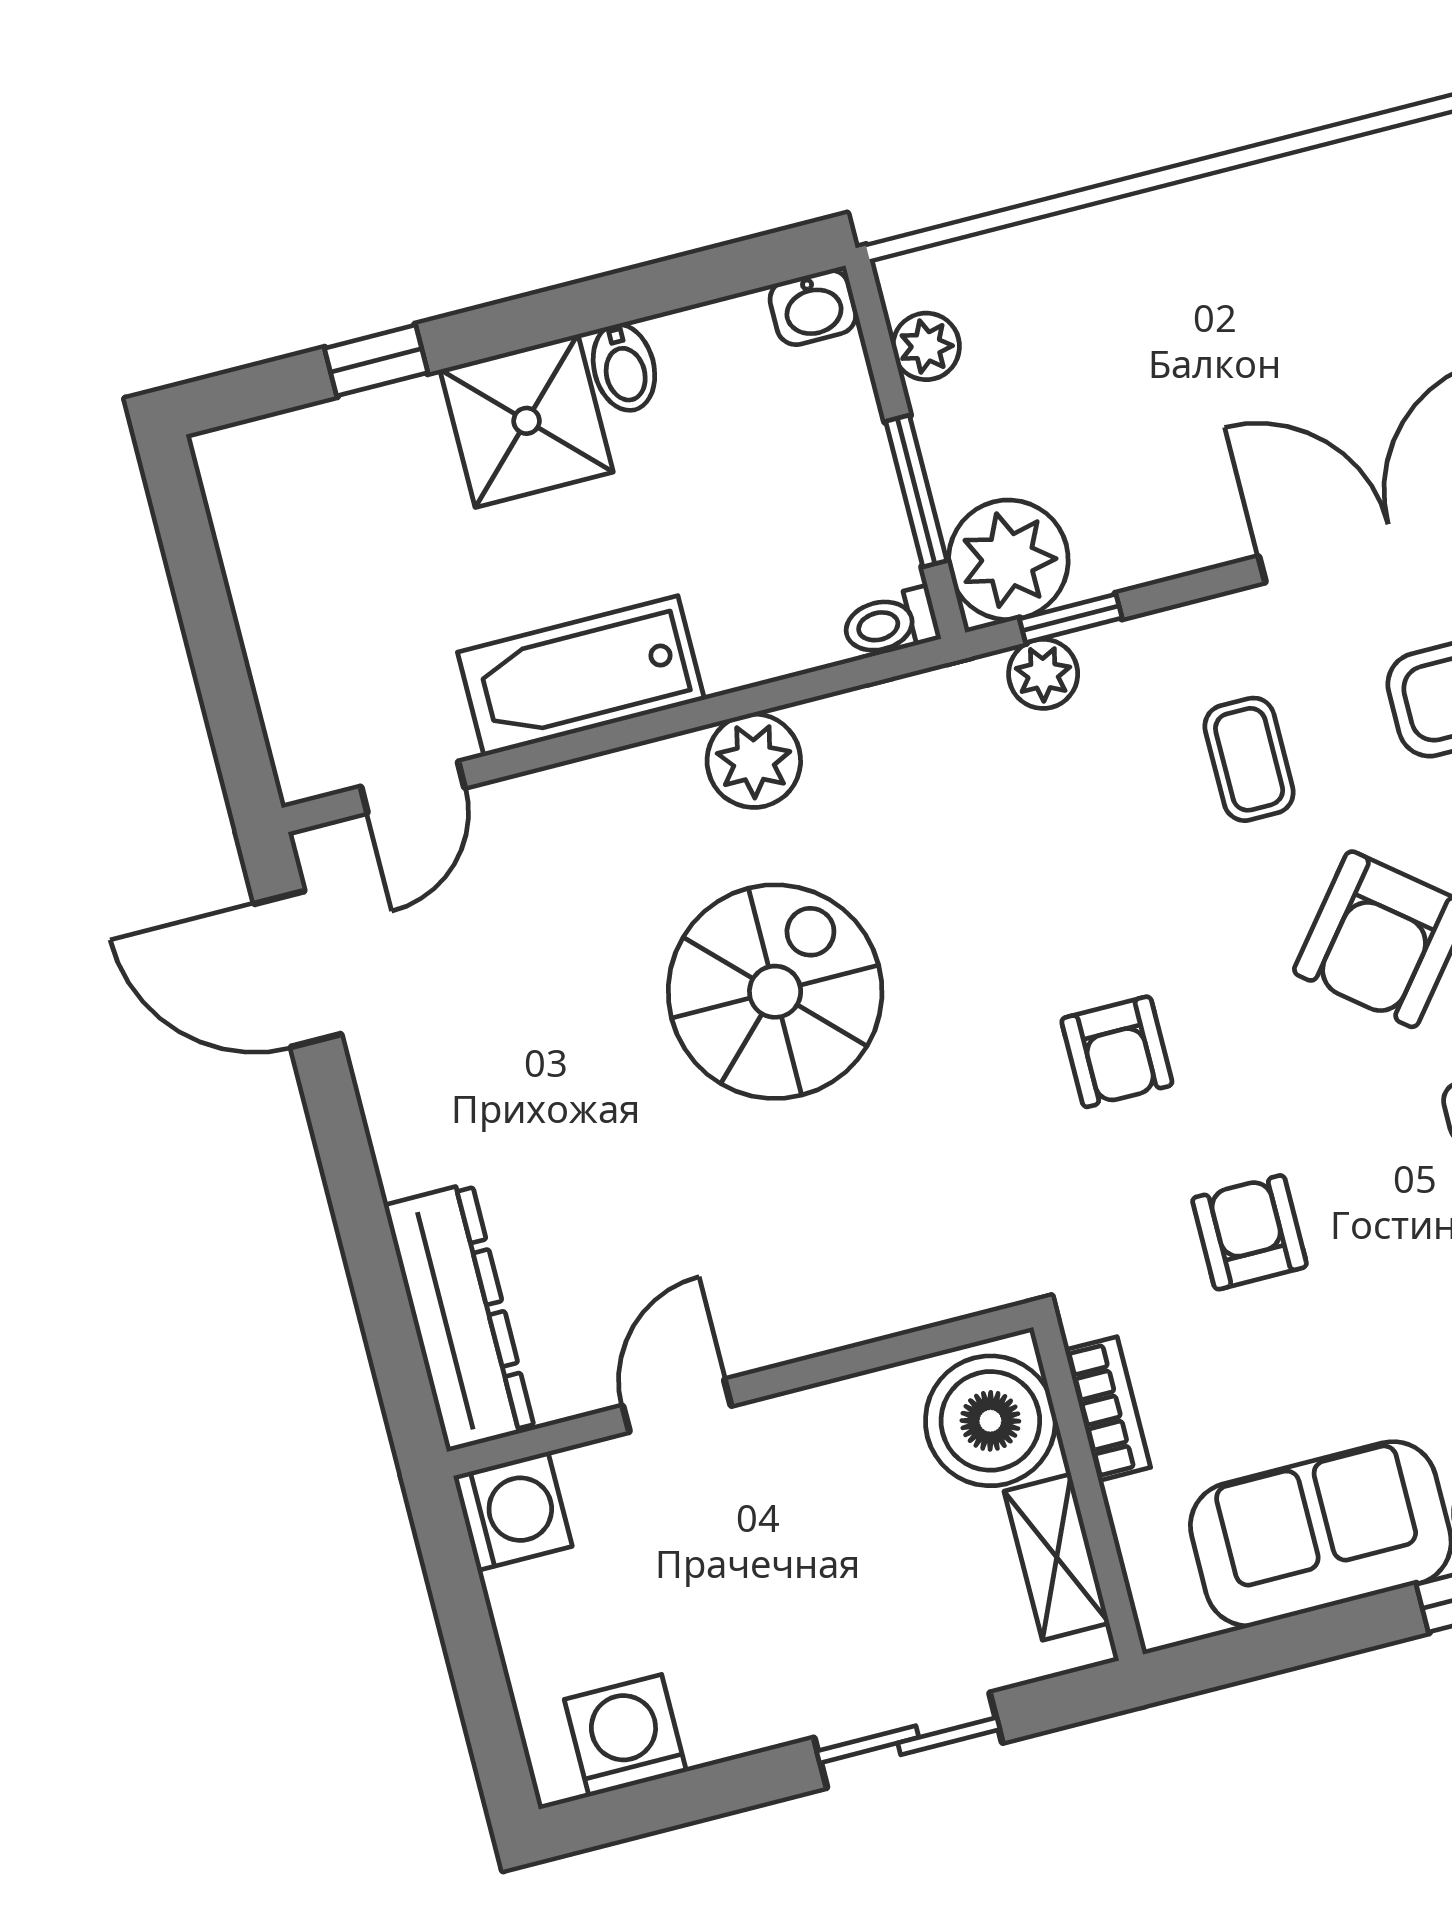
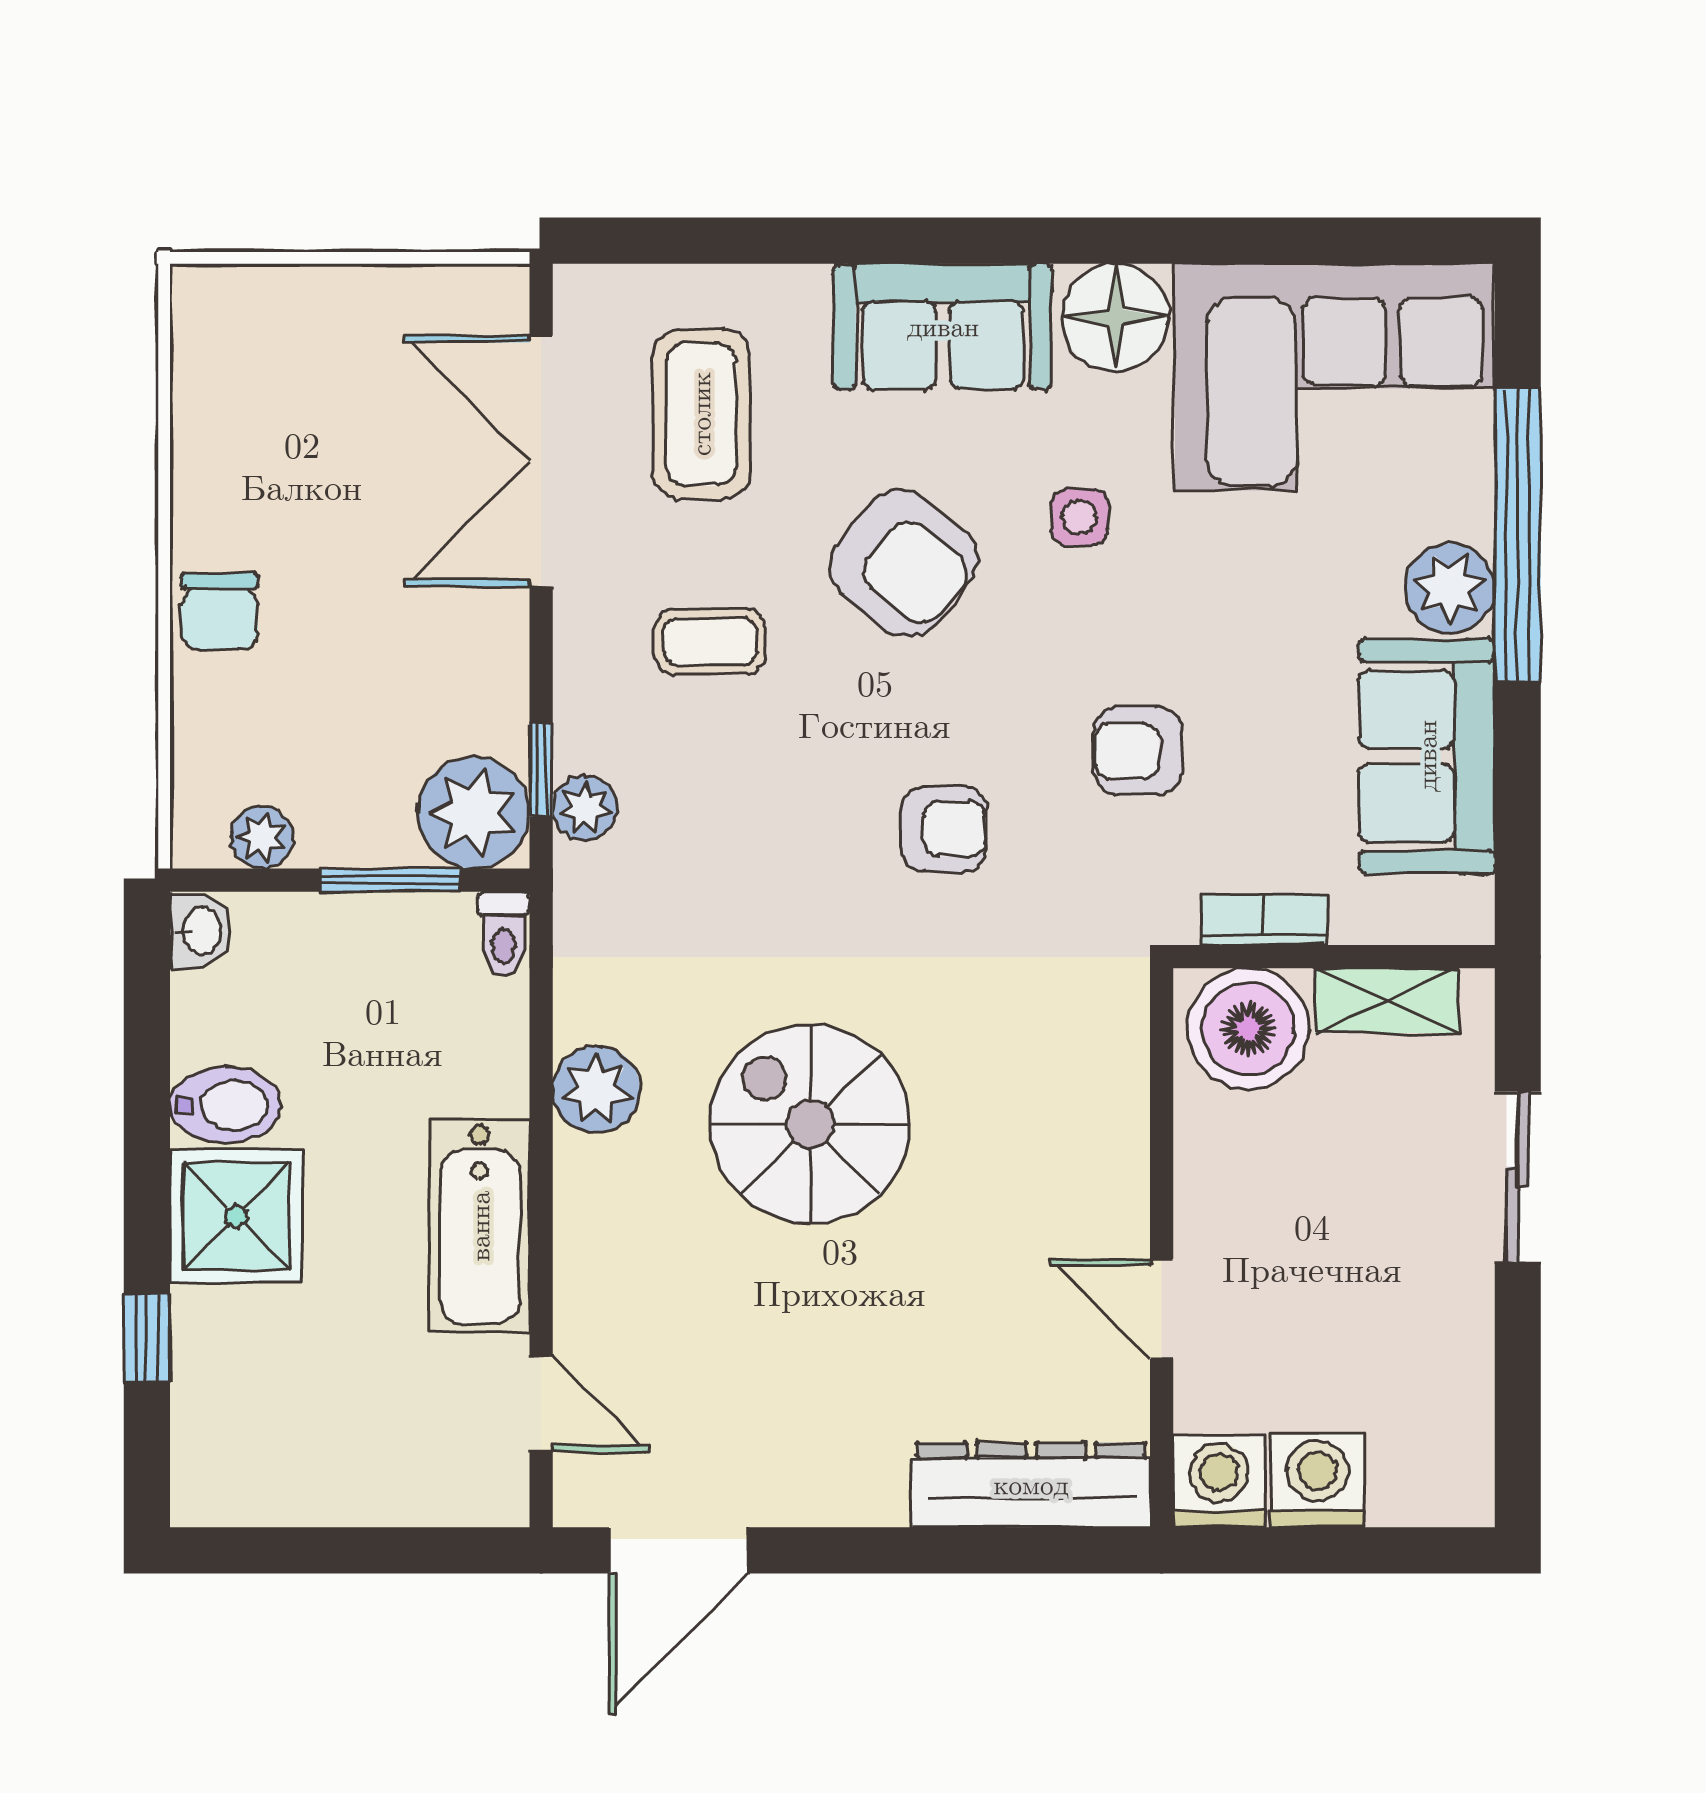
chair: (1150, 242) -> (220, 611), added
bidet: (624, 367) -> (225, 1105), width x1.38, depth x1.36
washing machine: (625, 1736) -> (1318, 1480), moved, turned 90

